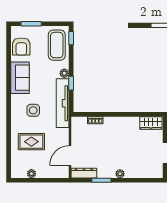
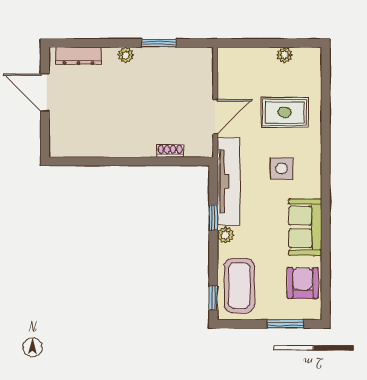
wardrobe: (151, 123) -> (70, 146), removed
door: (70, 156) -> (215, 117), moved
dresser: (84, 173) -> (78, 56), moved

